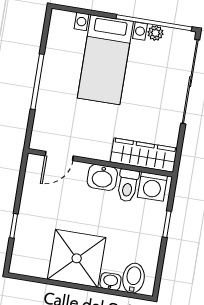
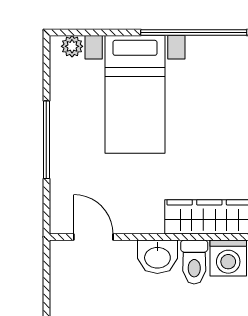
plant: (155, 33) -> (72, 46), moved
door: (59, 156) -> (93, 237), swing flipped

